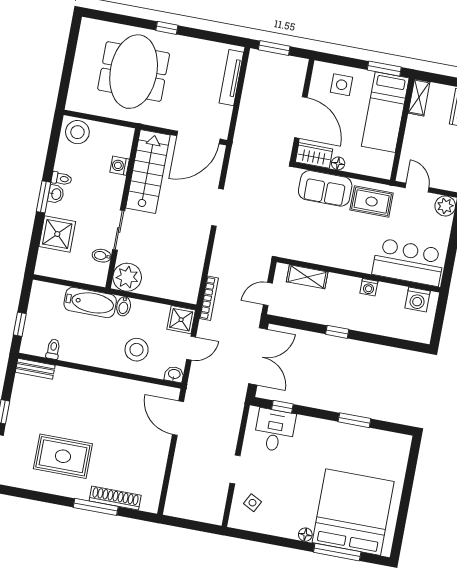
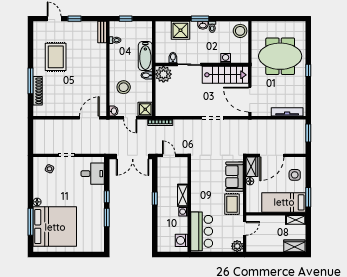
shelving: (307, 277) -> (183, 195), moved
window: (282, 407) -> (107, 197), moved

